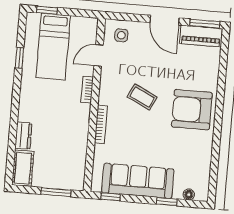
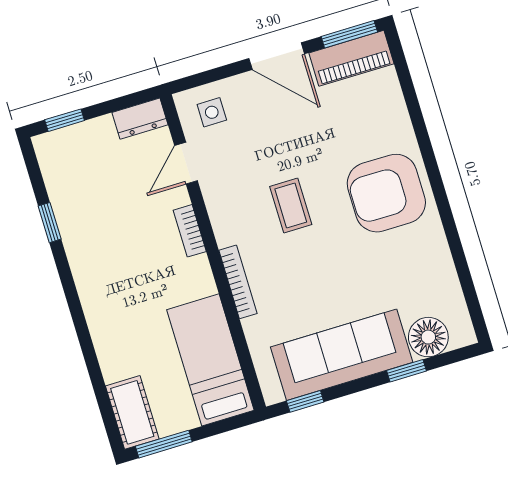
bed: (53, 47) -> (210, 360), moved, turned 180
coffee table: (142, 97) -> (291, 205), turned 64
dresser: (23, 136) -> (140, 119), moved, turned 90
window: (56, 192) -> (164, 444), moved
floor lamp: (189, 195) -> (428, 337), width x1.89, depth x1.89

